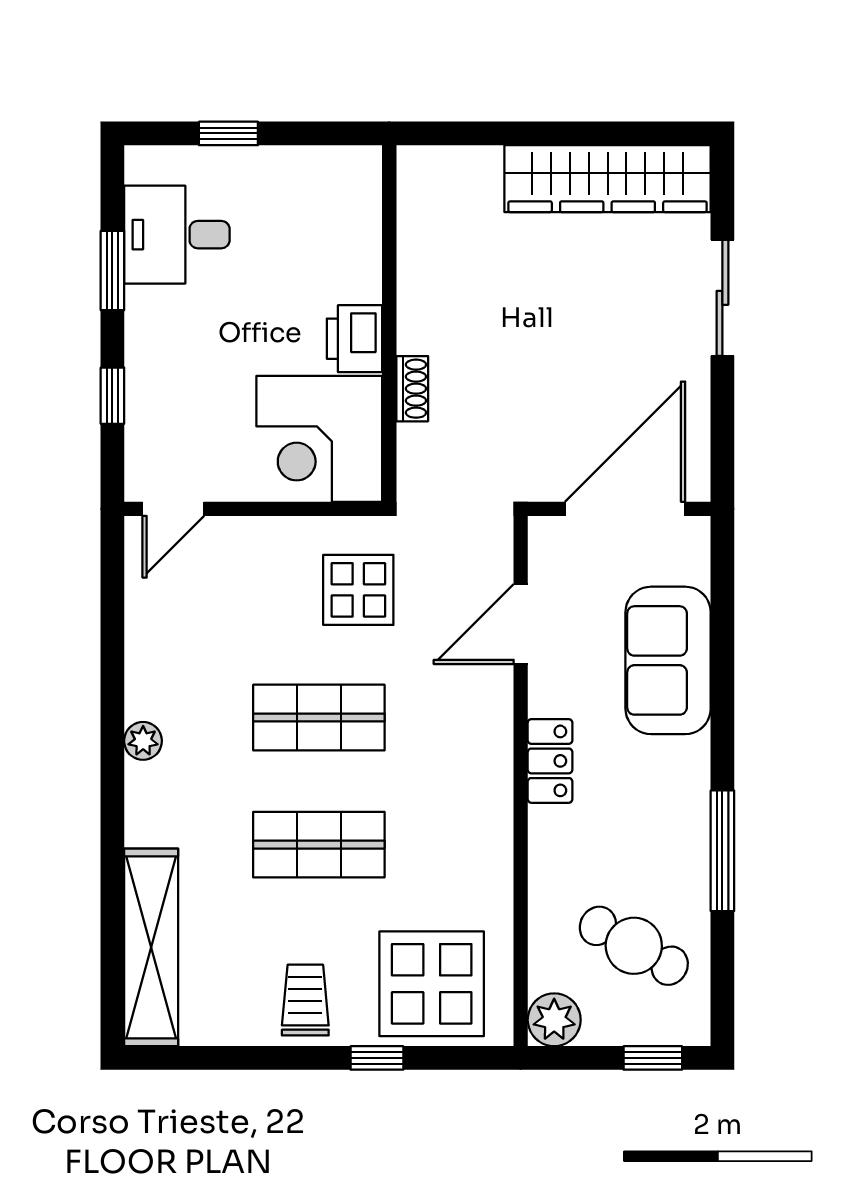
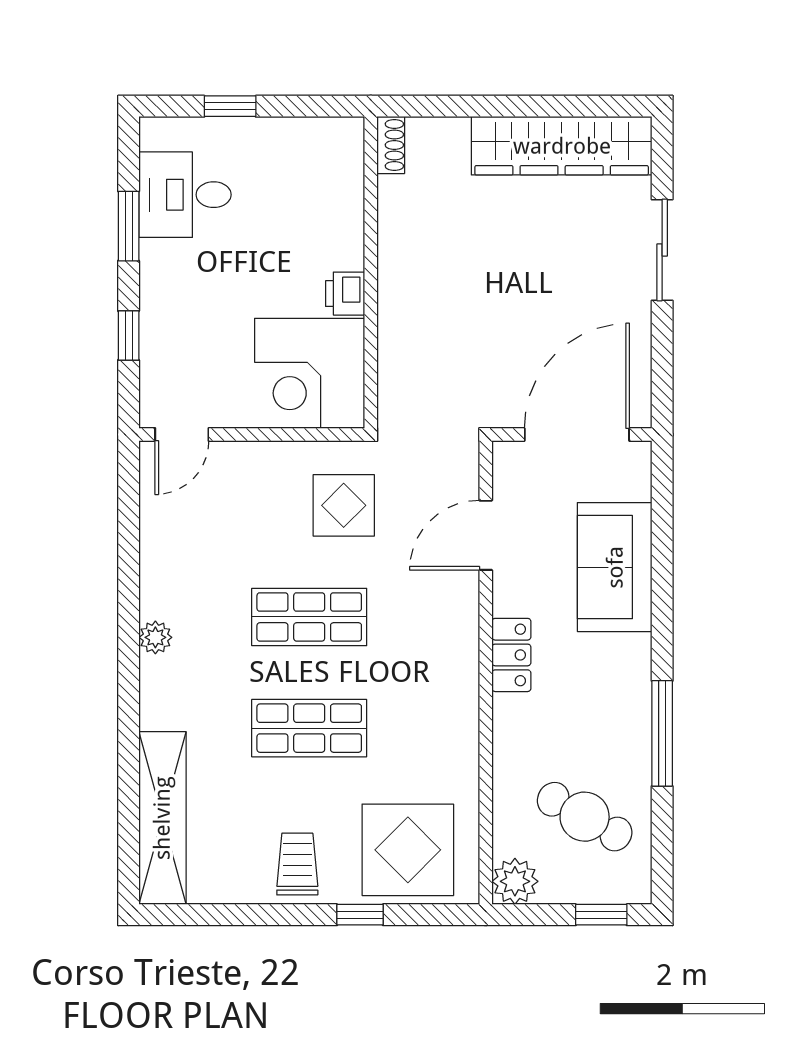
printer: (355, 339) -> (345, 294), width x0.73, depth x0.81
shoe rack: (412, 389) -> (391, 145), moved

